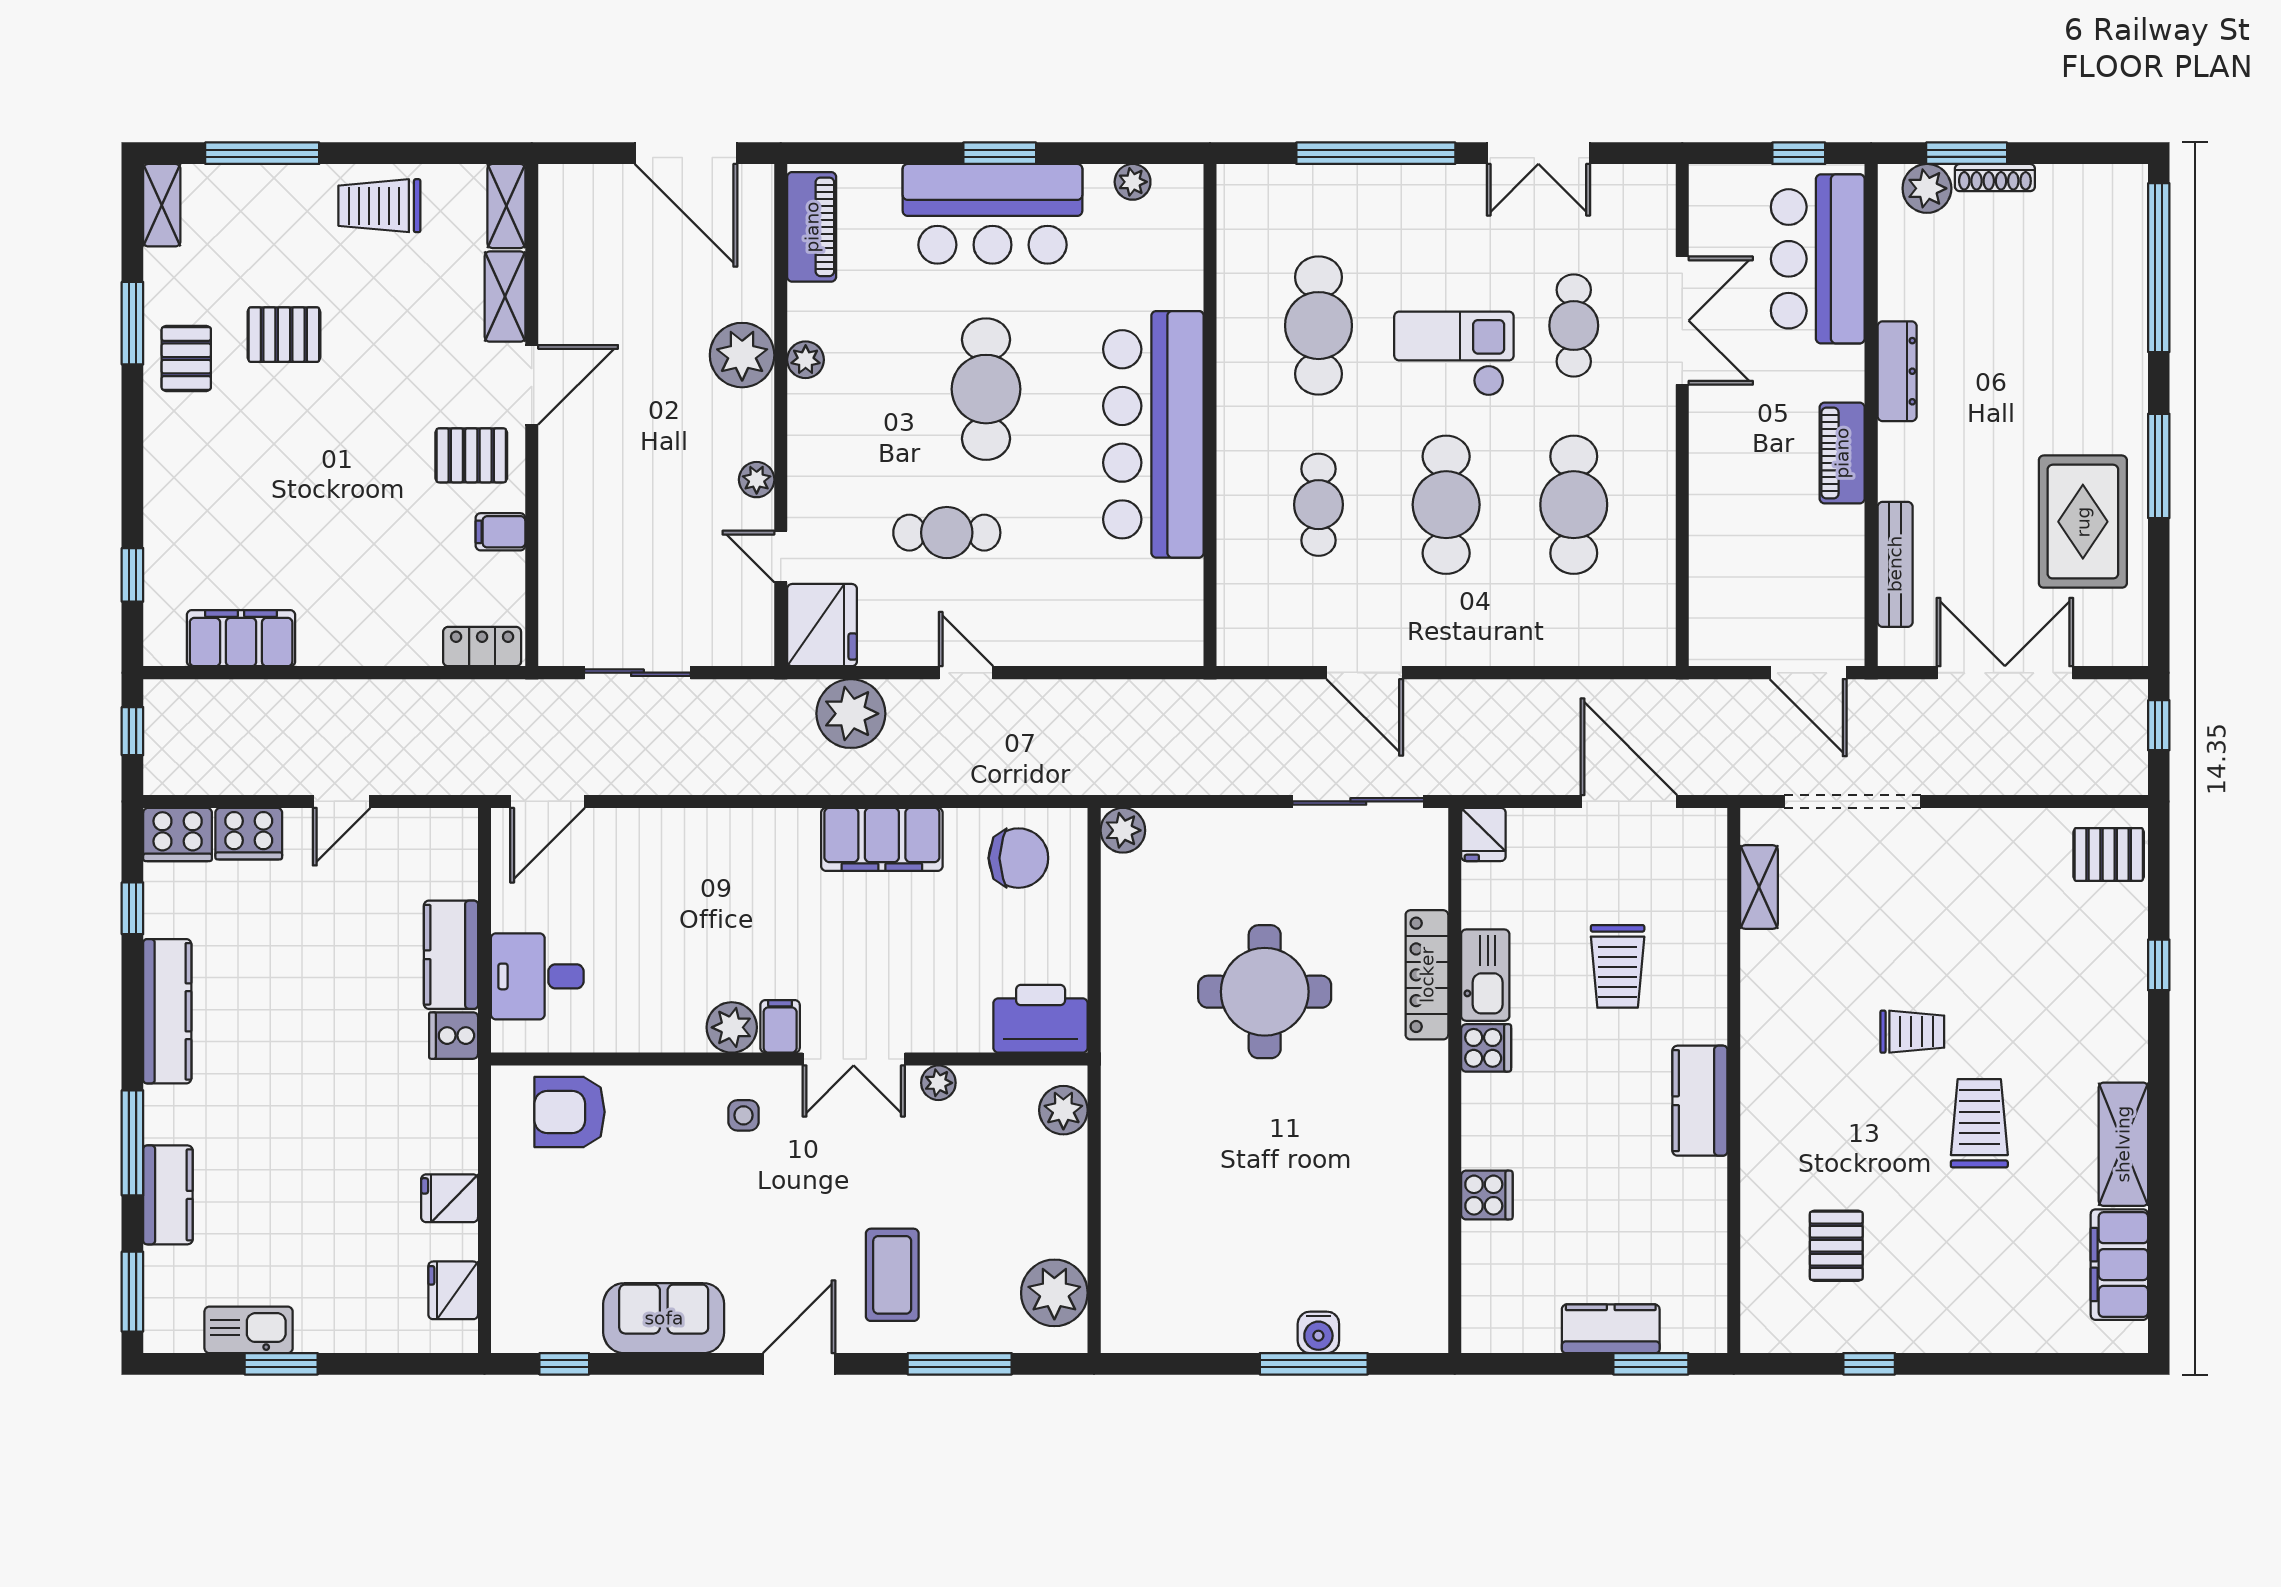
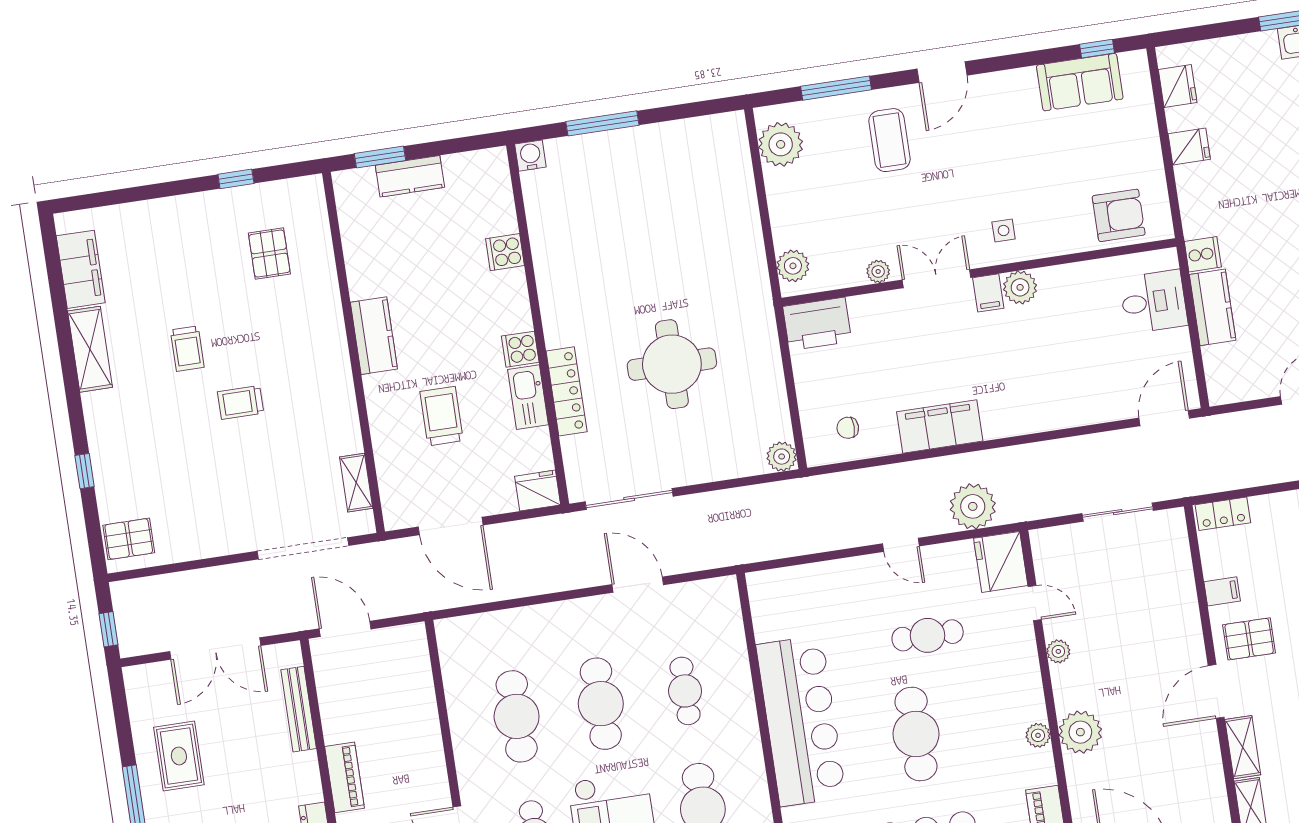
rug: (2083, 522) -> (179, 756), width x0.73, depth x0.70
fridge: (1483, 834) -> (538, 491), width x1.38
chair: (1018, 858) -> (848, 428), width x0.54, depth x0.54
trolley: (1979, 1123) -> (187, 349), width x0.73, depth x0.72
sofa: (664, 1318) -> (1080, 82), moved
water cooler: (1318, 1332) -> (530, 156), moved

